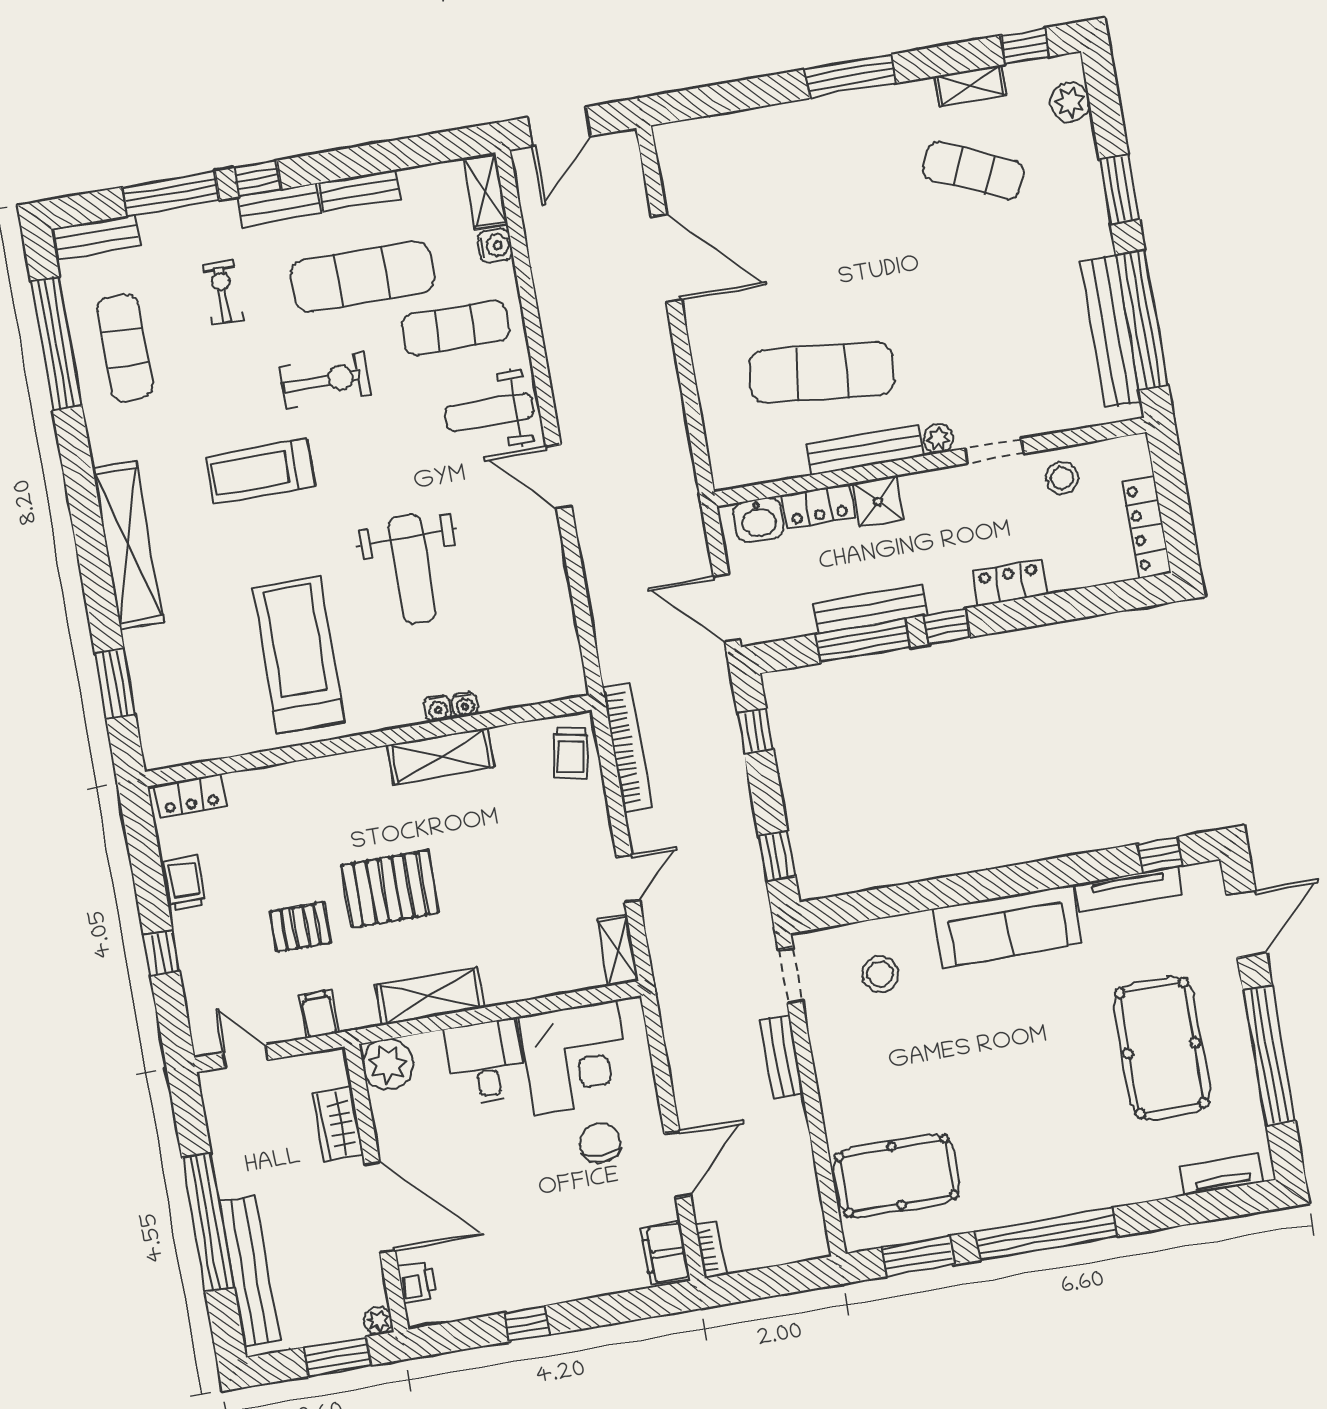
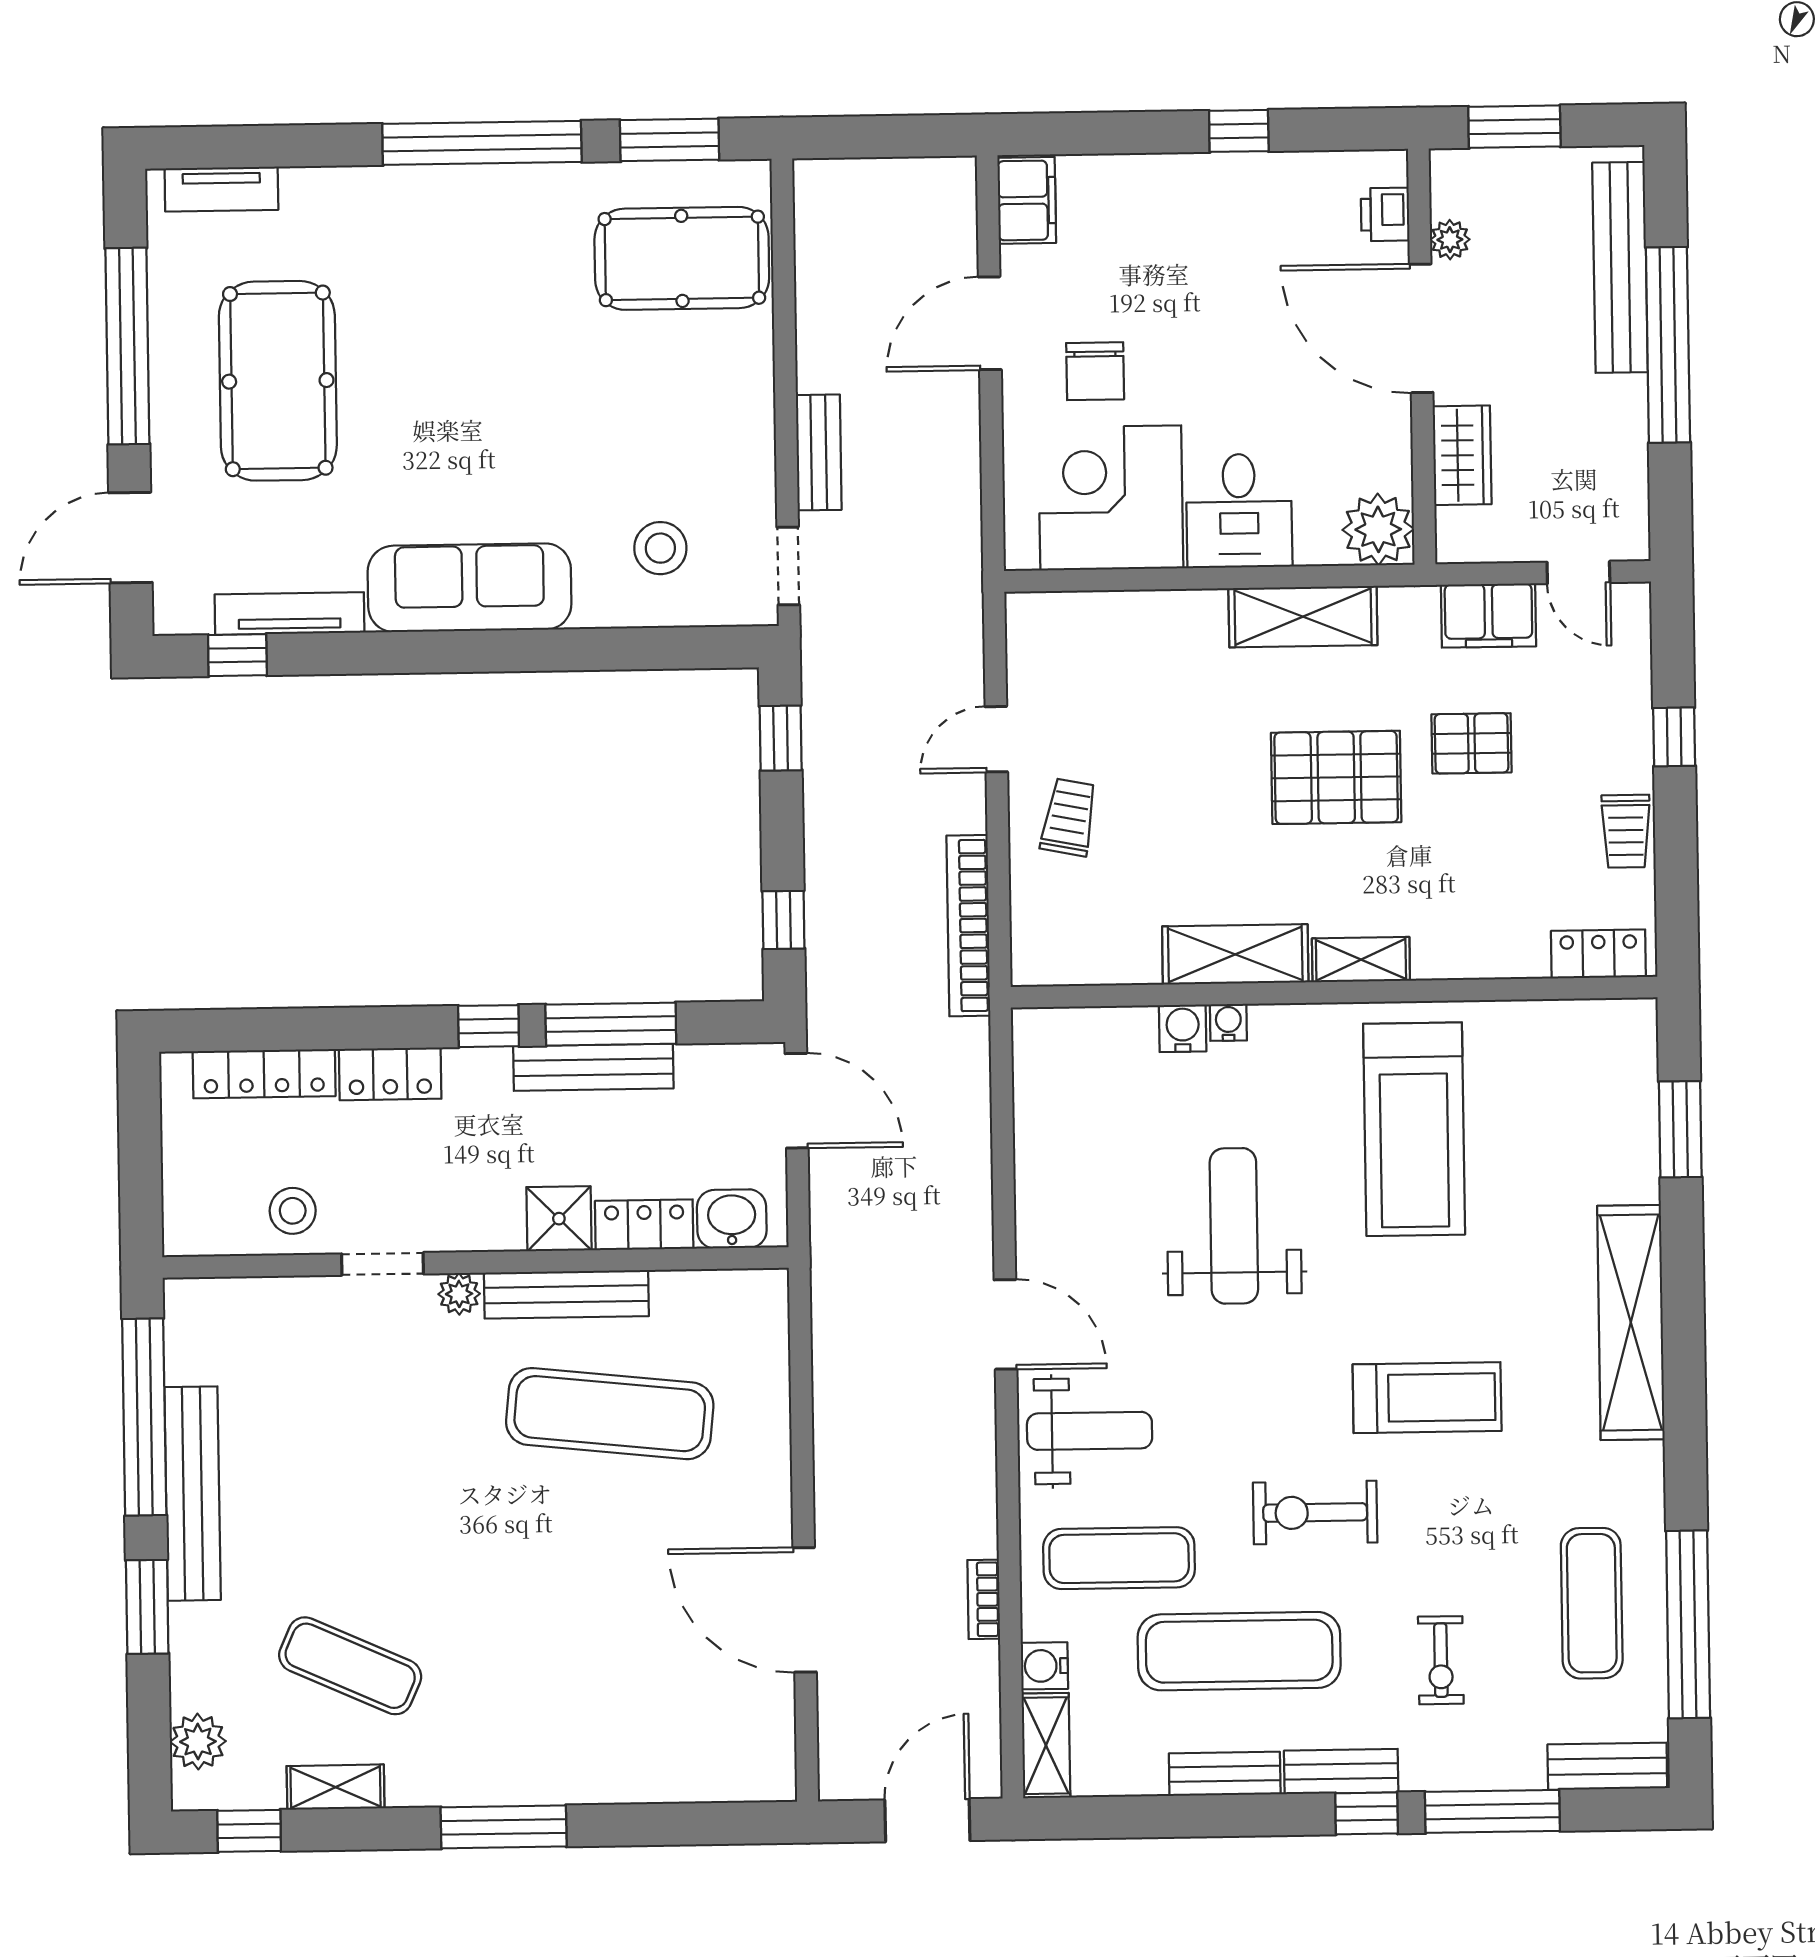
bench: (1111, 331) -> (193, 1494), moved
locker: (1147, 527) -> (264, 1074), moved, turned 90
water cooler: (465, 705) -> (1183, 1028), width x1.38, depth x1.38
trolley: (570, 753) -> (1069, 817), moved
shelving: (618, 950) -> (1361, 960), moved, turned 90
filing cabinet: (319, 1014) -> (1489, 616), width x2.00
bookcase: (711, 1249) -> (984, 1599), moved
plant: (378, 1321) -> (1450, 240), moved

